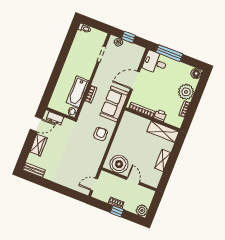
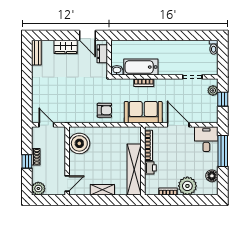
floor lamp: (196, 73) -> (212, 176), moved
shelving: (163, 132) -> (134, 170), width x1.47
door: (133, 181) -> (67, 183), moved

